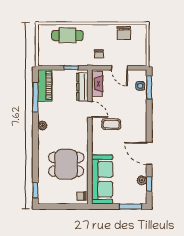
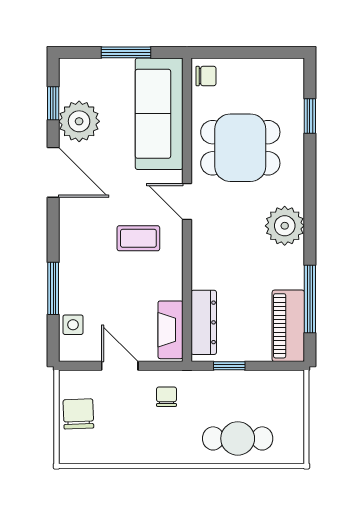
chair: (124, 33) -> (78, 414), moved
window: (149, 87) -> (53, 288), moved
door: (90, 109) -> (187, 201), moved
plant: (42, 126) -> (285, 226), width x1.88, depth x1.88
plant: (142, 180) -> (79, 121), width x1.87, depth x1.87
window: (35, 190) -> (310, 116), moved
window: (130, 207) -> (126, 52), moved

